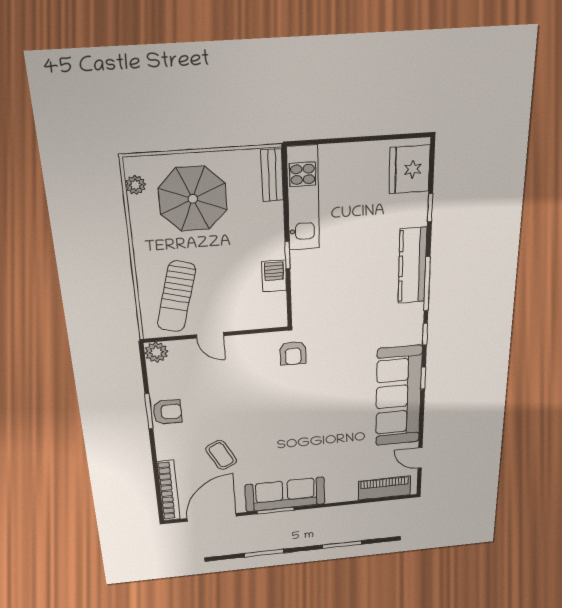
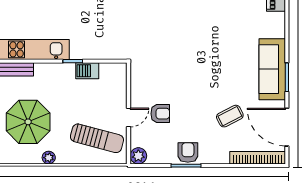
plant: (136, 185) -> (49, 158), moved
armchair: (293, 353) -> (160, 114), moved

